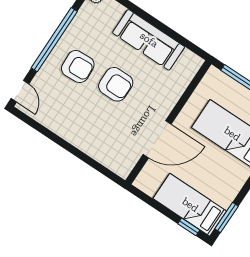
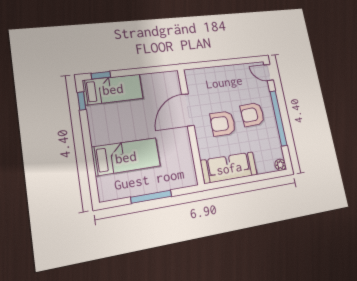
wall: (168, 122) -> (191, 126), moved
door: (157, 139) -> (188, 110), moved
window: (226, 217) -> (82, 101), width x0.67

